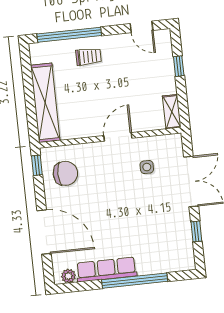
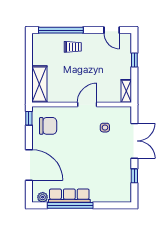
shelving: (45, 103) -> (39, 84), width x0.68
window: (135, 281) -> (70, 205), moved

